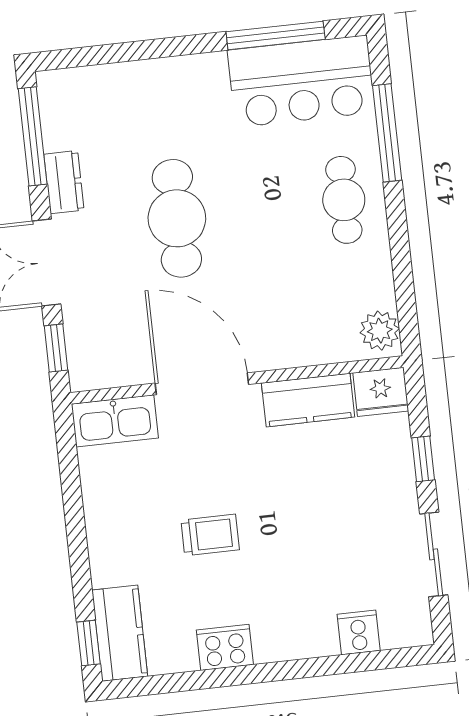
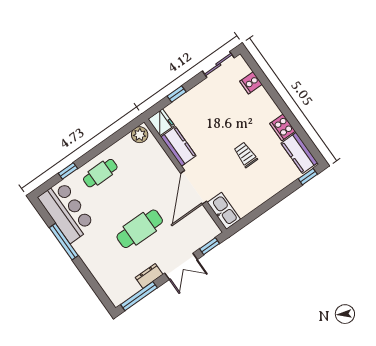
window: (276, 36) -> (64, 242), moved
window: (387, 133) -> (68, 171), width x0.46
sliding door: (434, 554) -> (218, 64), moved
kitchen counter: (120, 633) -> (299, 153), moved, turned -90

